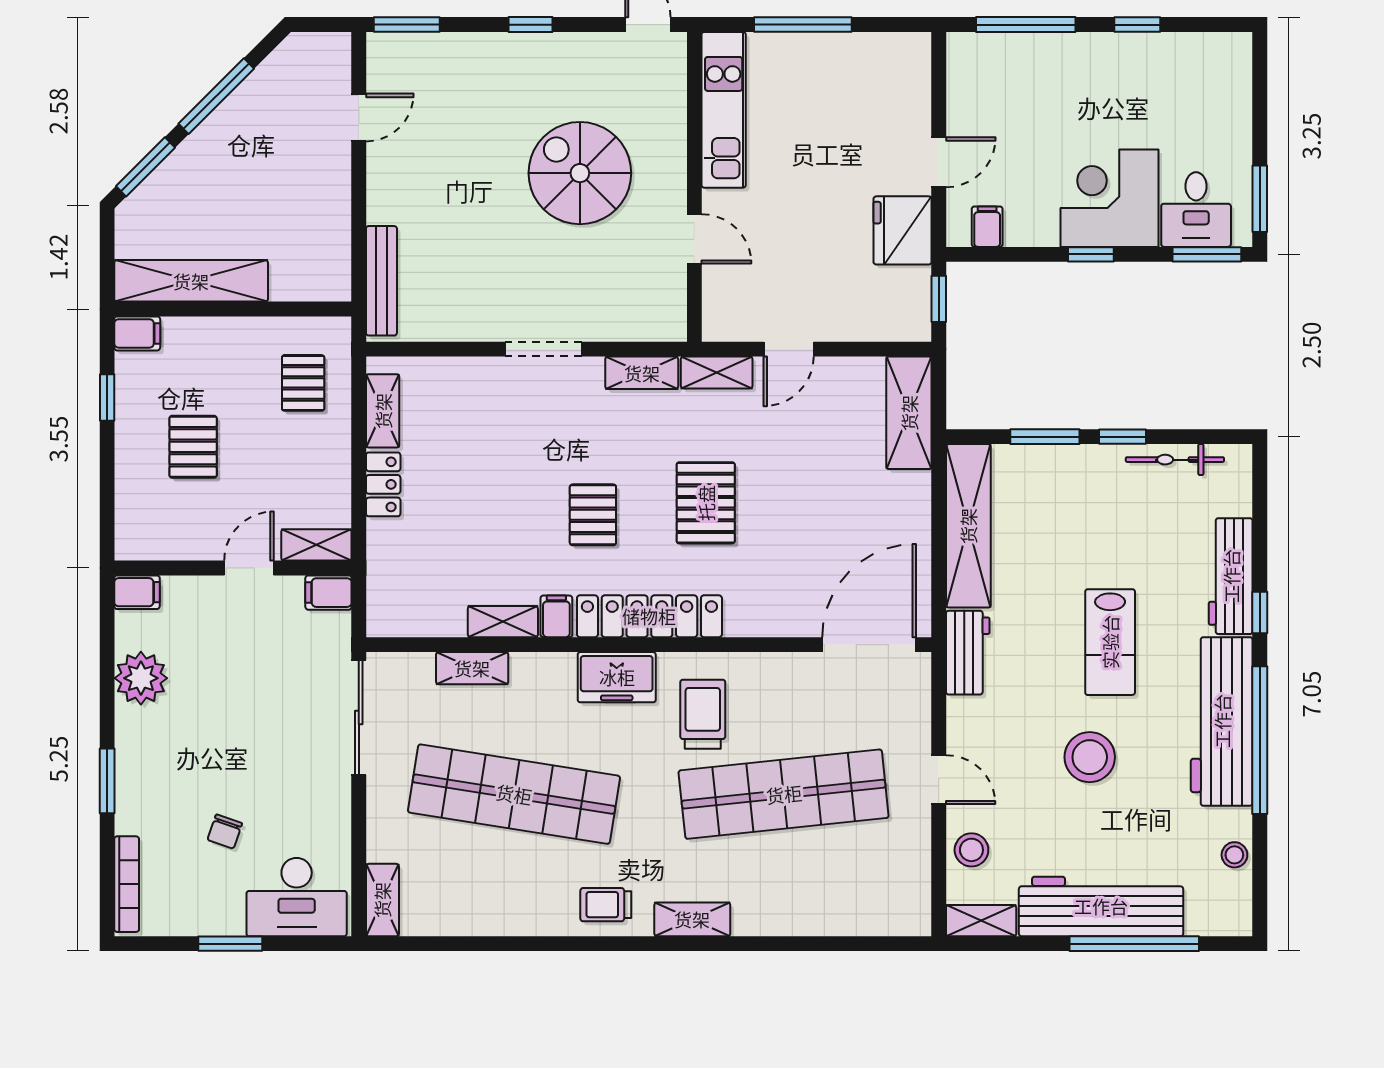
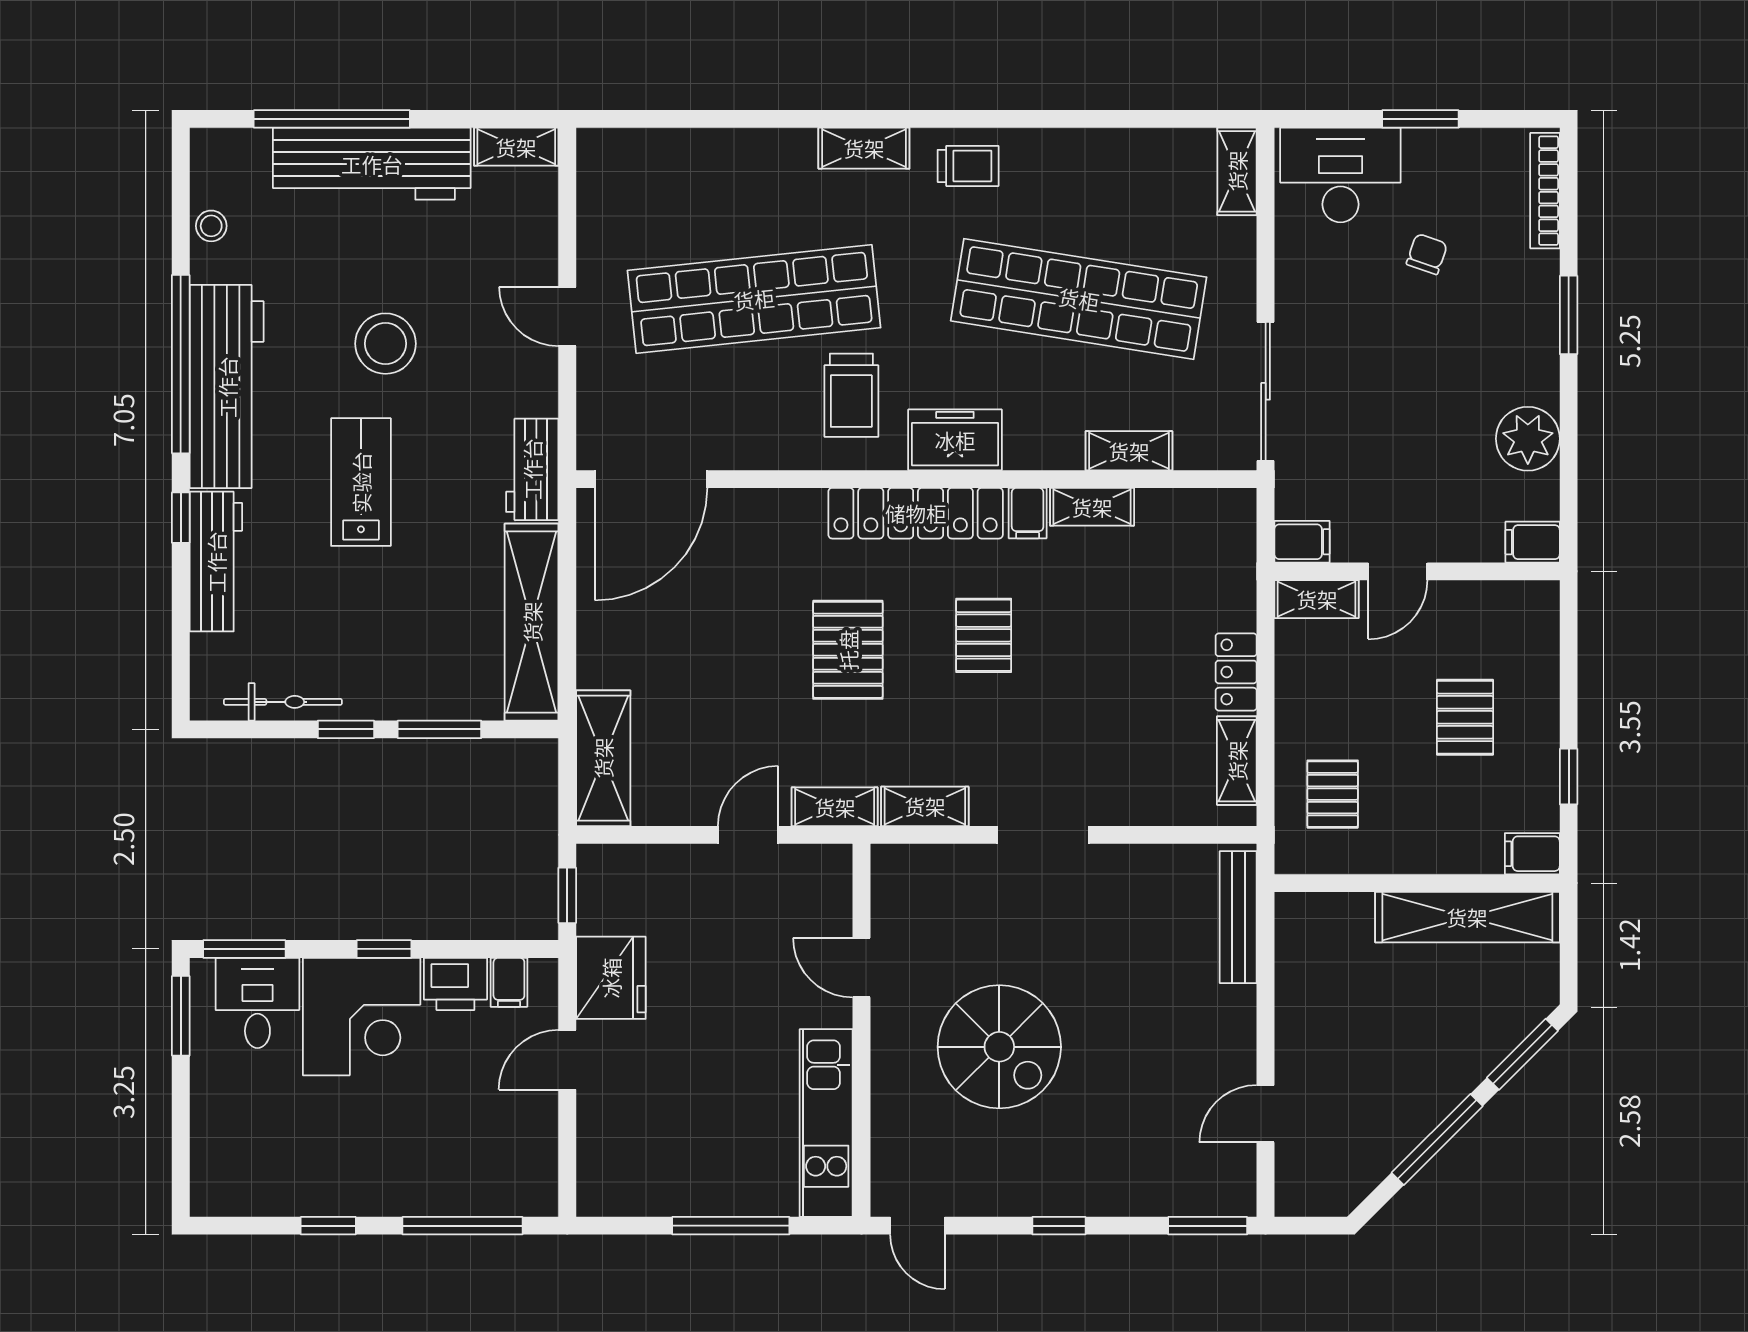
printer: (1032, 225) -> (455, 984), added
stool: (971, 850) -> (528, 232), removed

